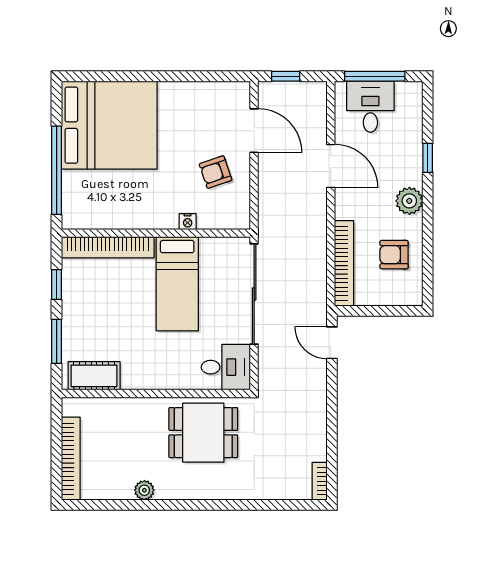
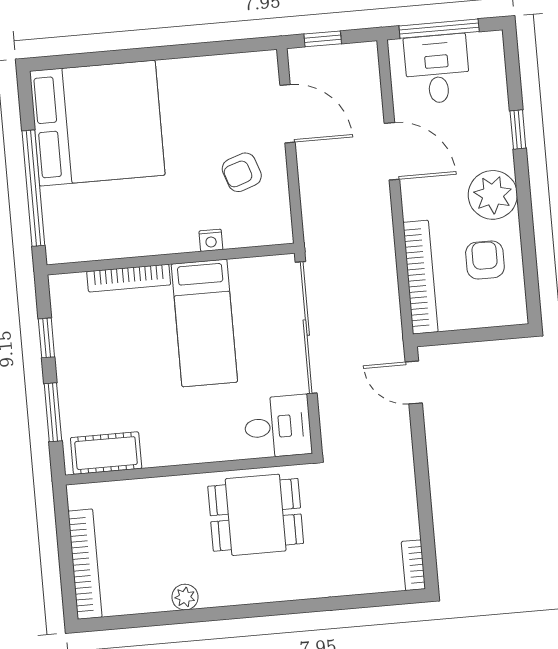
plant: (409, 201) -> (493, 195), width x1.36, depth x1.36
bookcase: (108, 247) -> (129, 278), width x0.68, depth x0.76
armchair: (394, 255) -> (485, 260), turned 90

